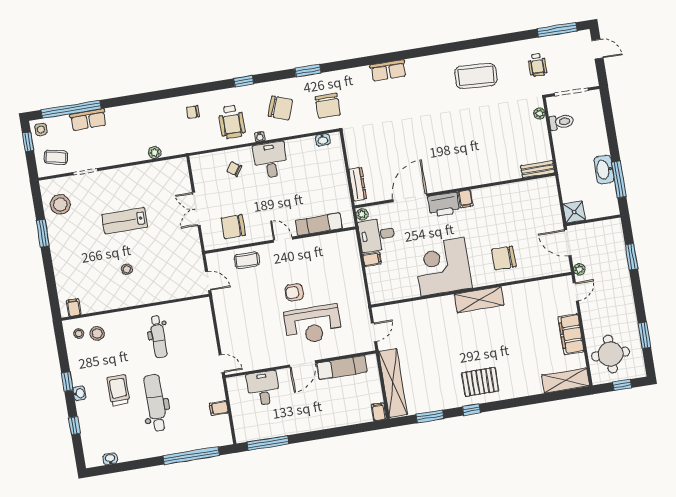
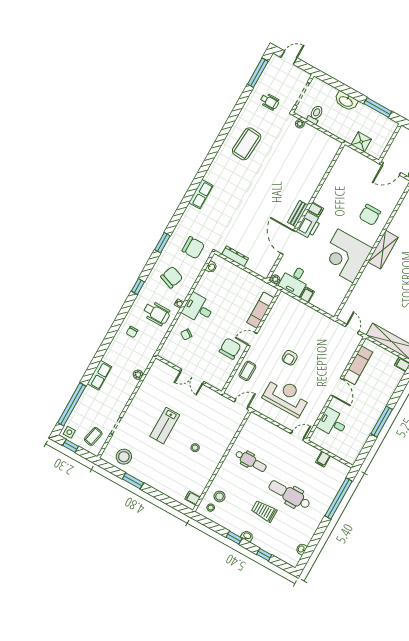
row of seats: (88, 120) -> (99, 375), moved
bench: (538, 169) -> (298, 214), moved
washbasin: (604, 170) -> (346, 101), moved
dresser: (358, 184) -> (235, 256), moved
shower: (574, 212) -> (361, 142), moved
chair: (233, 227) -> (230, 349), moved, turned 180
reception desk: (313, 324) -> (286, 397), moved, turned -90
window: (268, 443) -> (382, 422), moved

